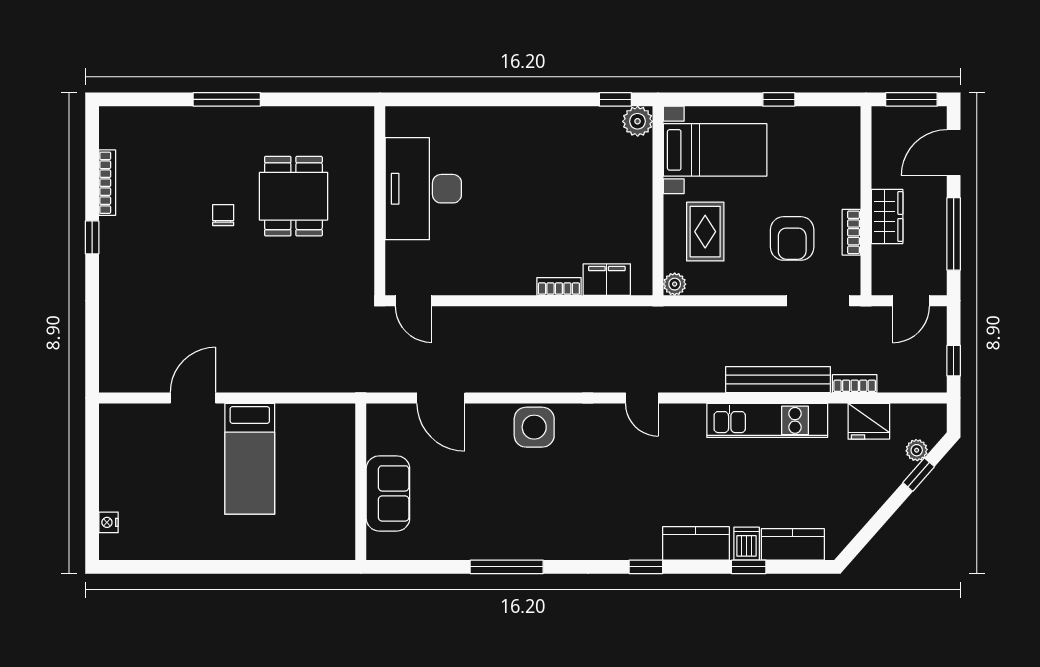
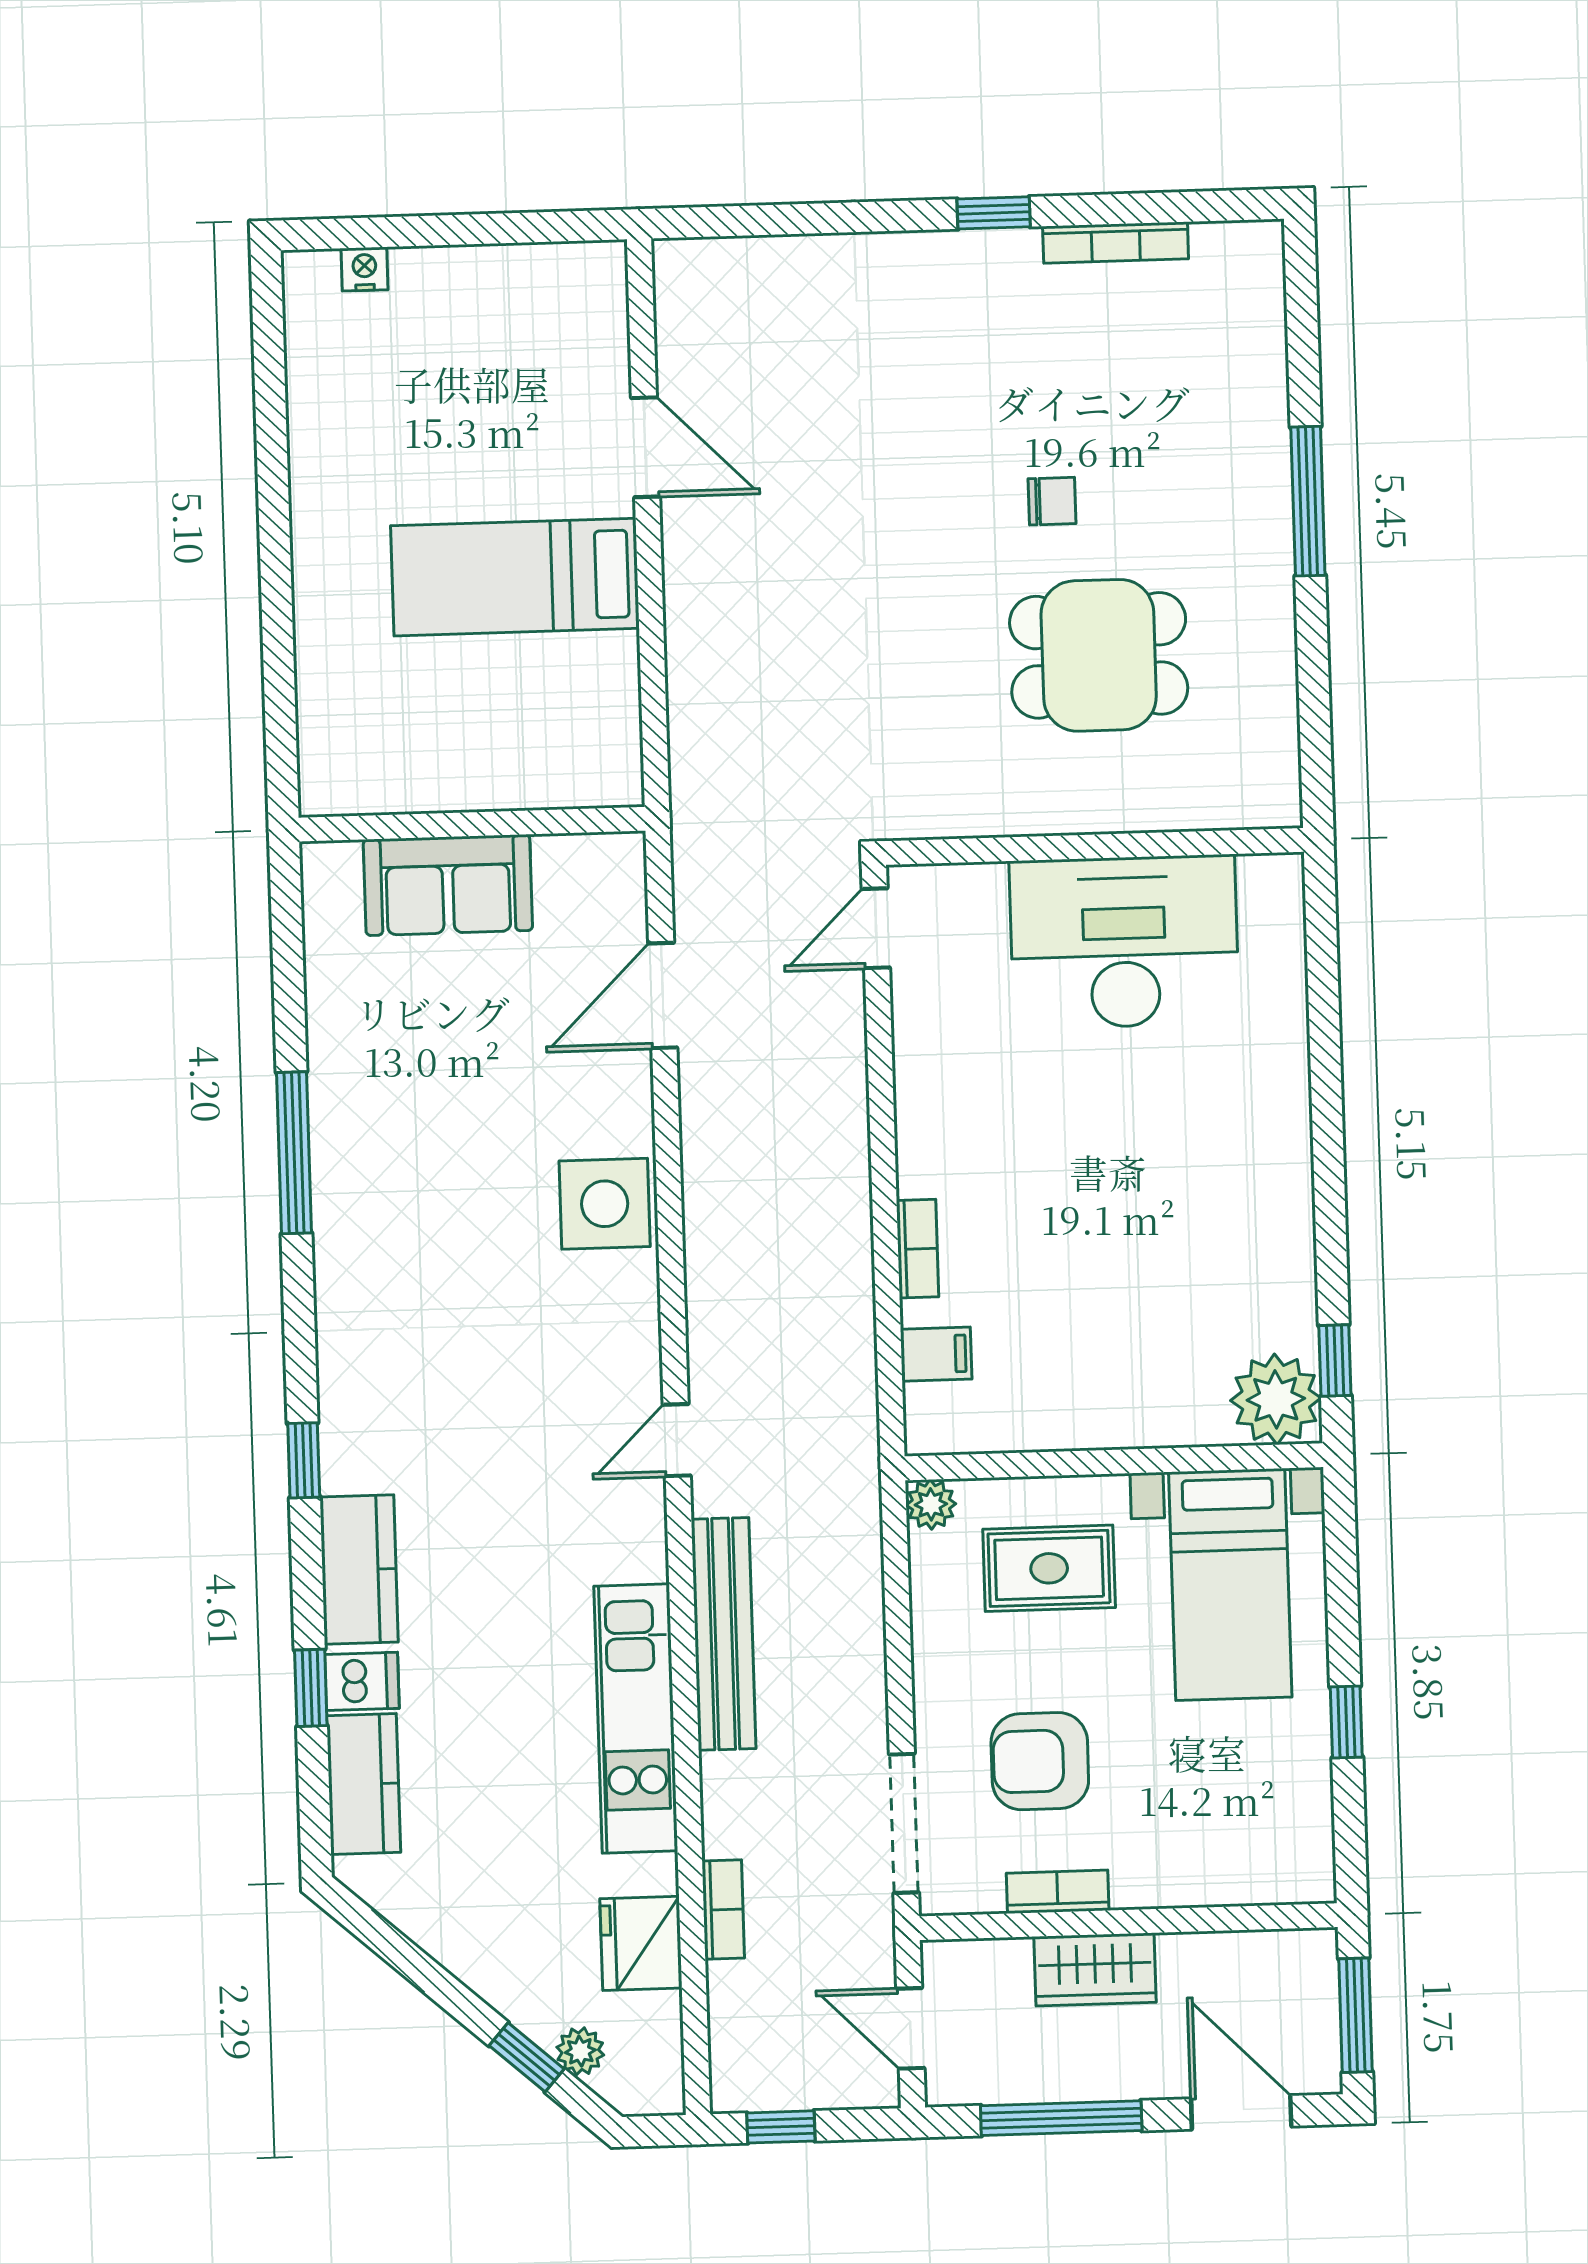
plant: (638, 121) -> (1276, 1399), width x1.36, depth x1.36
filing cabinet: (607, 280) -> (936, 1354), width x0.50
bench: (778, 380) -> (724, 1634), moved

